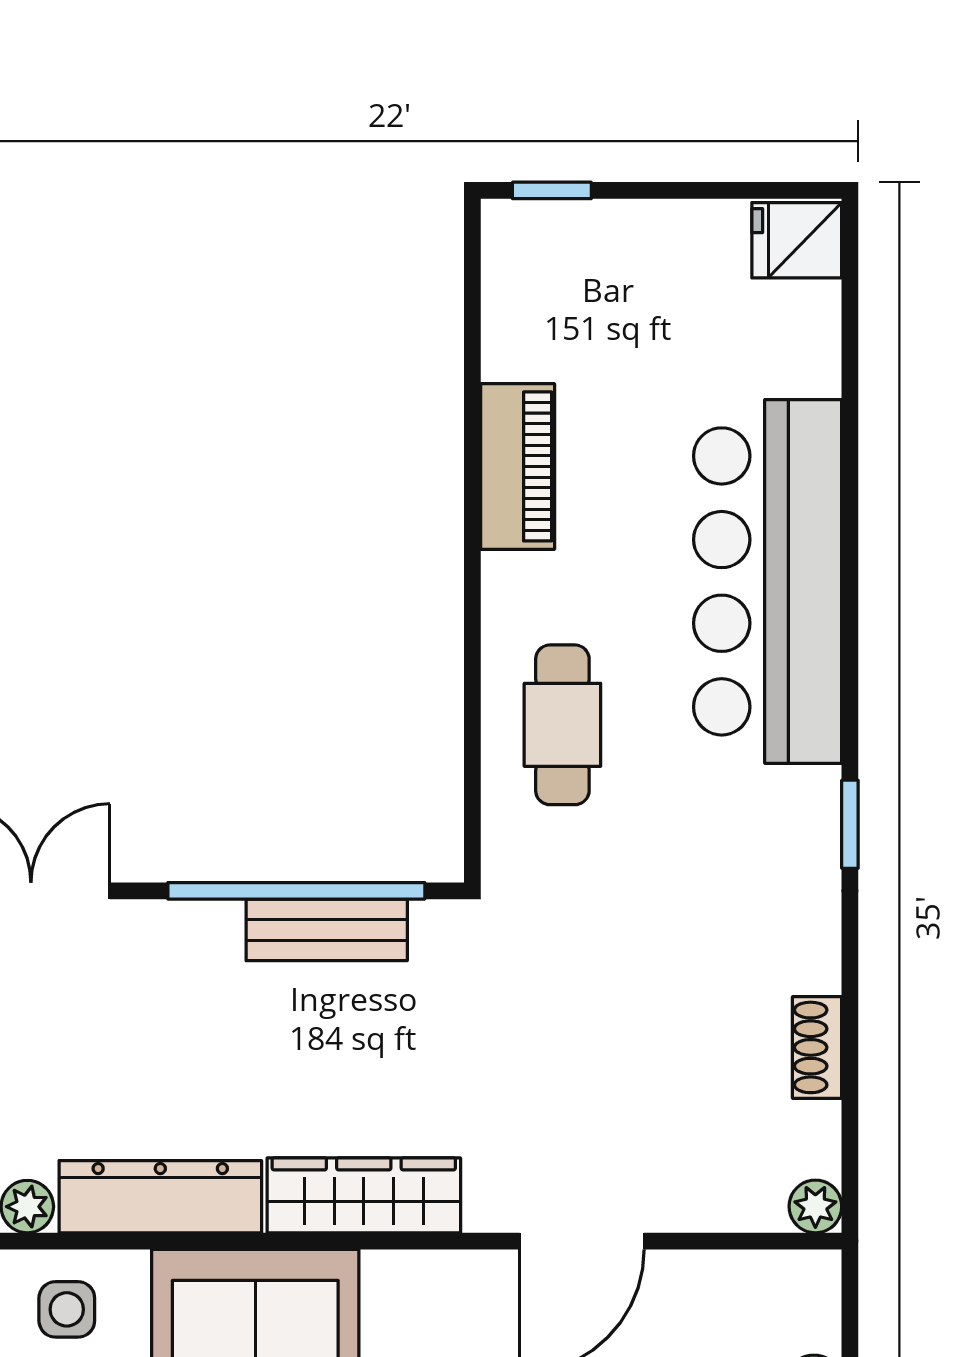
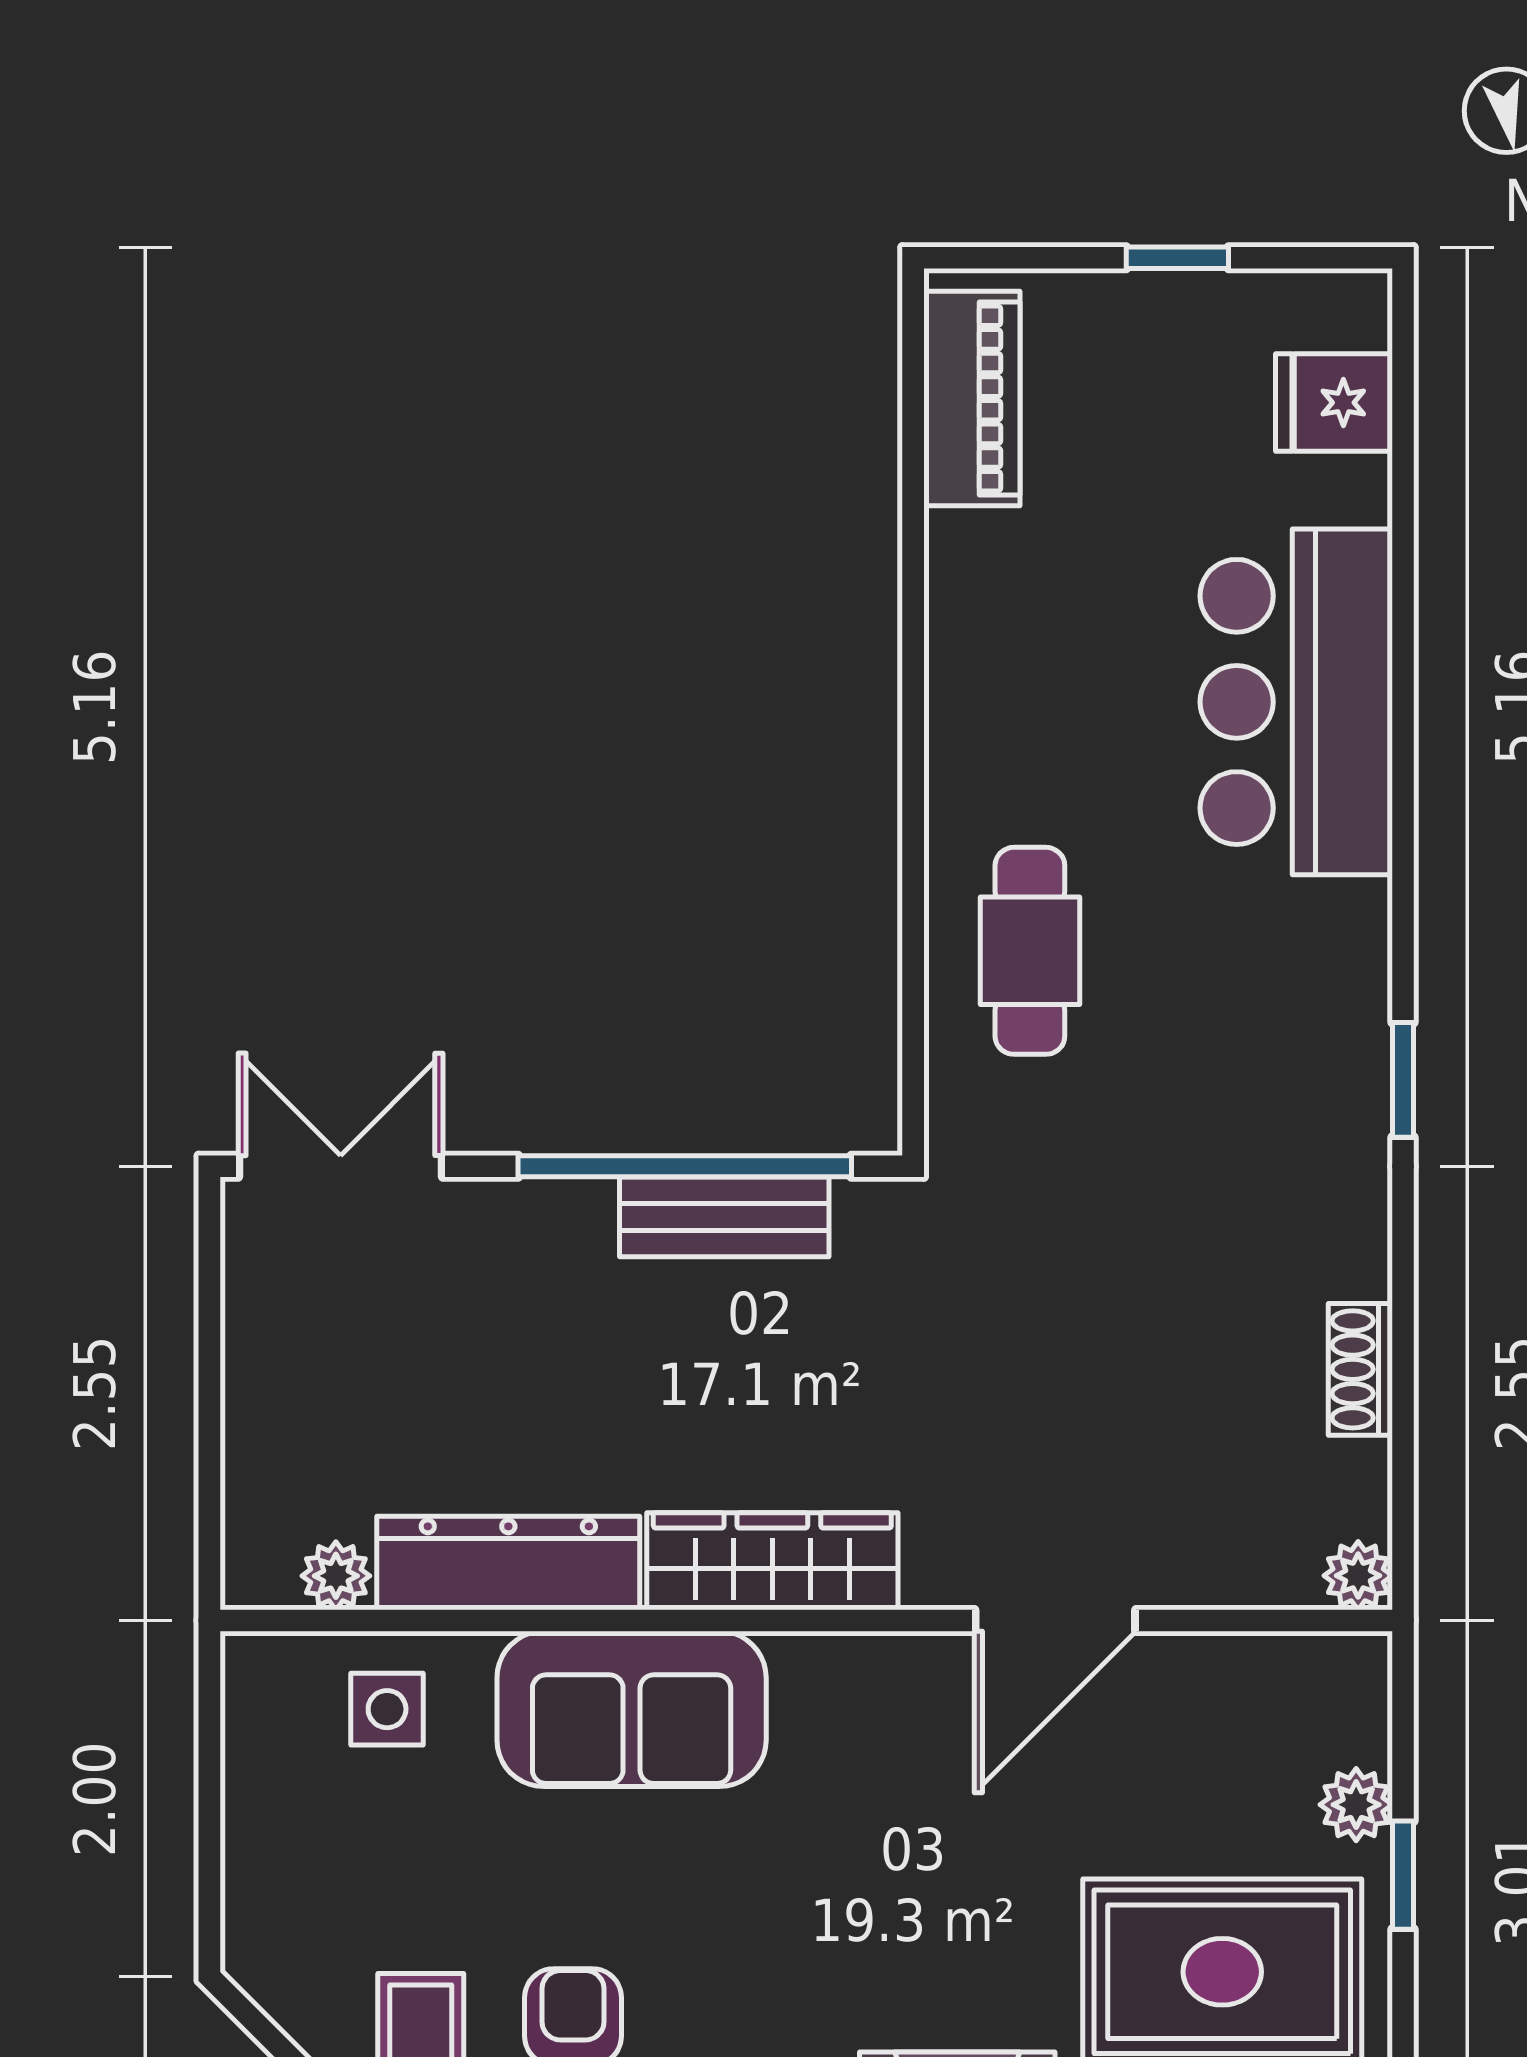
window: (552, 190) -> (1177, 258), moved
fridge: (797, 240) -> (1334, 403), moved
piano: (518, 466) -> (972, 398), moved
bar counter: (768, 581) -> (1296, 702), width x0.73

